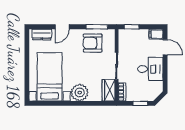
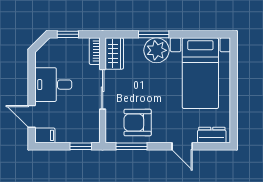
door: (62, 27) -> (182, 146), swing flipped
armchair: (93, 43) -> (138, 123), turned 180
window: (82, 103) -> (154, 34), added

